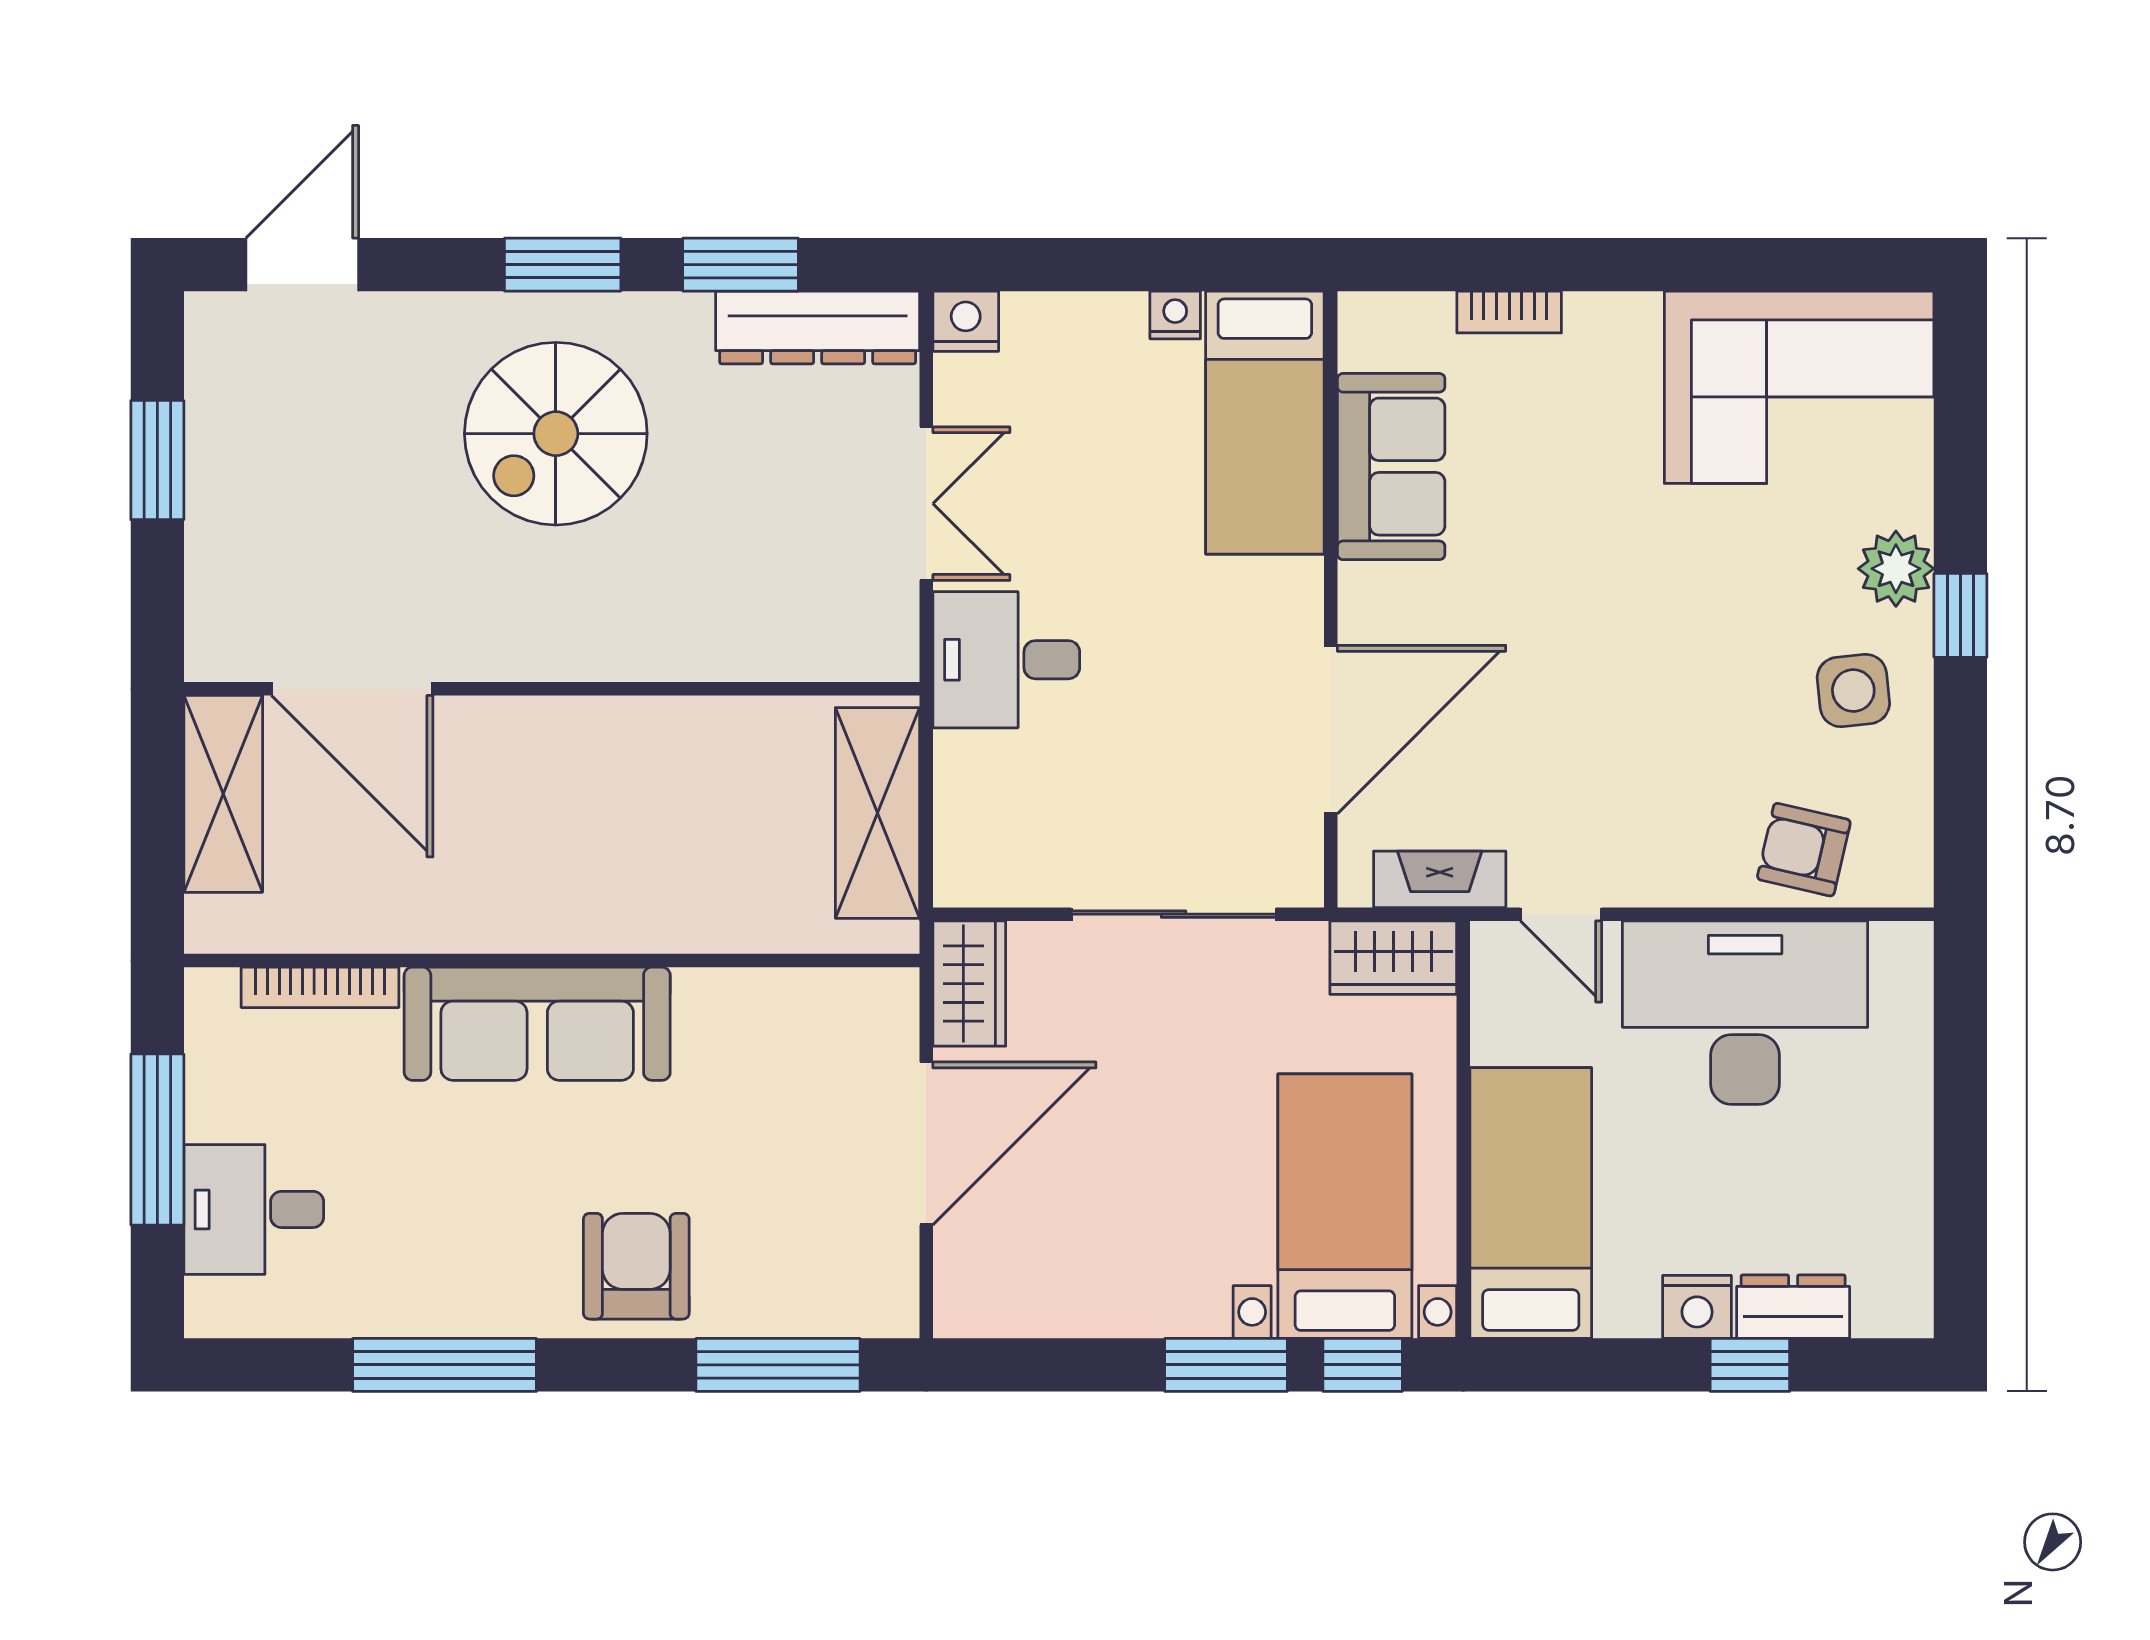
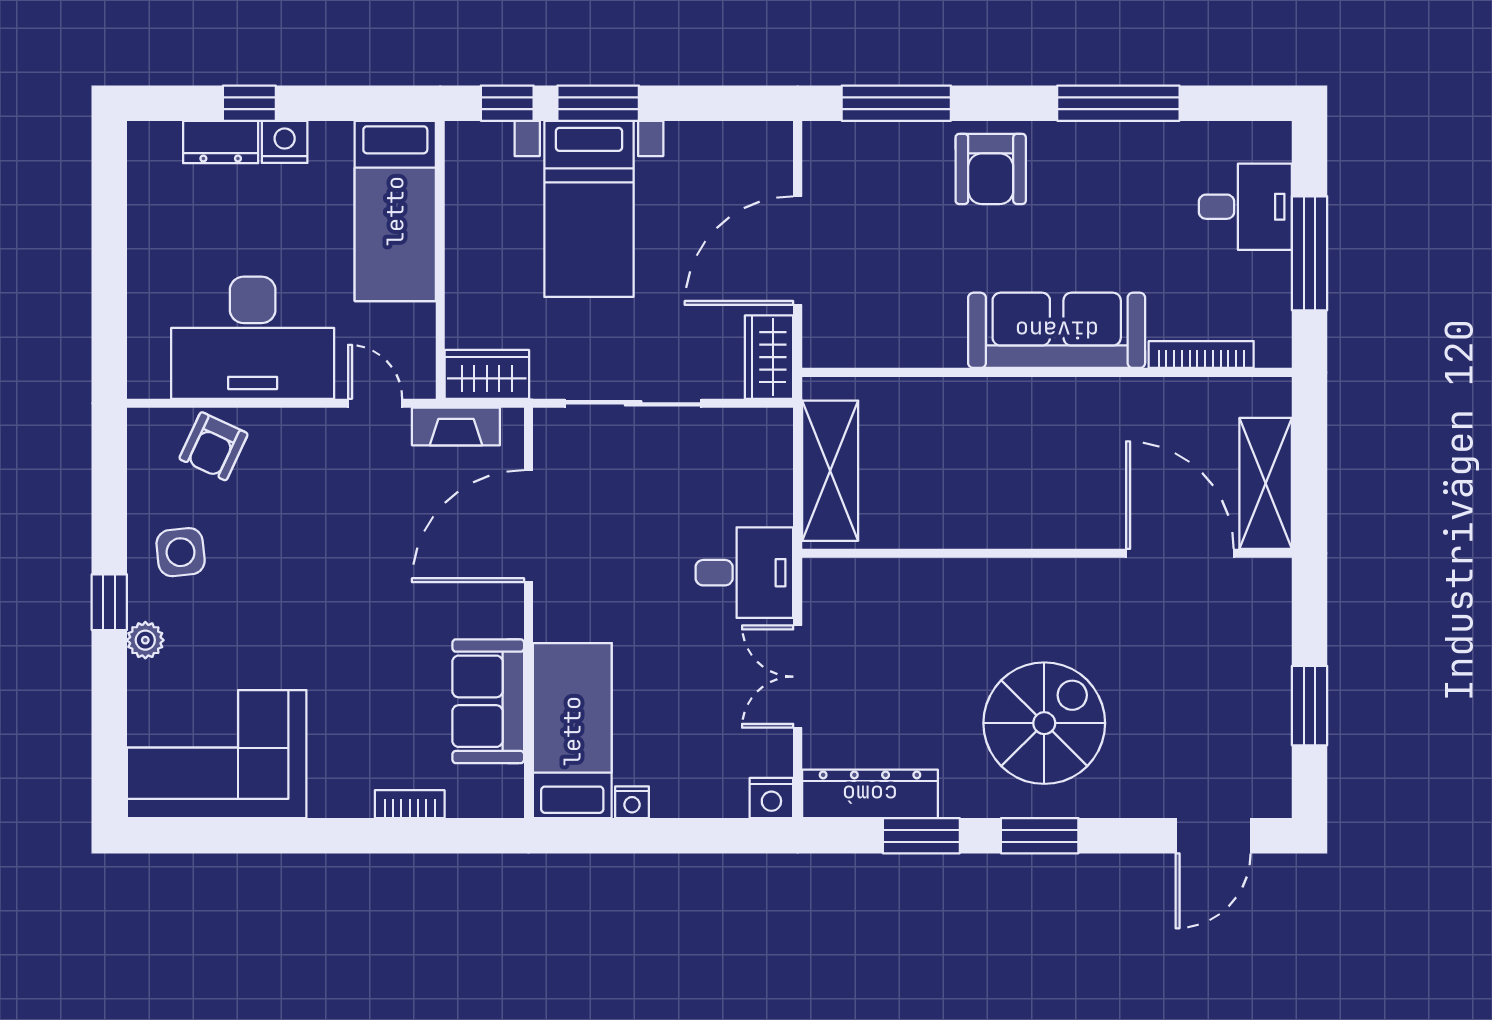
plant: (1896, 569) -> (145, 640), width x0.73, depth x0.73
armchair: (1804, 850) -> (214, 446), turned 102
bed with nightstands: (1345, 1206) -> (589, 209), moved

